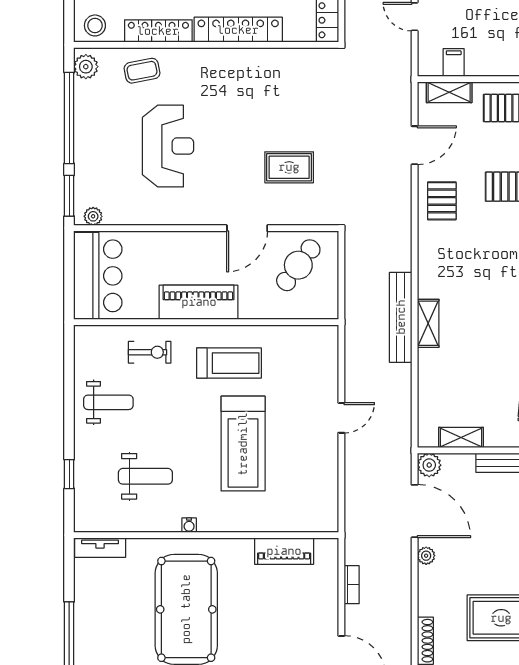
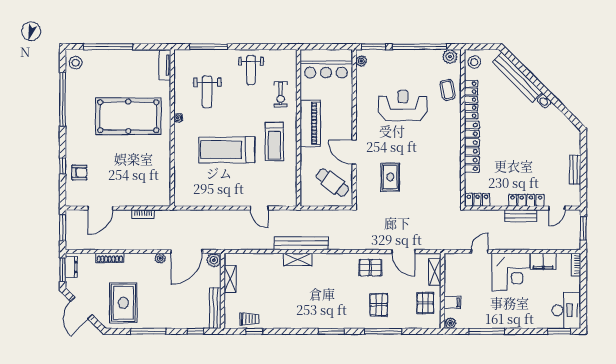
filing cabinet: (454, 63) -> (452, 302), moved
reception desk: (168, 146) -> (403, 105), turned 180
door: (341, 418) -> (259, 208), moved
window: (69, 474) -> (208, 47), width x2.17
piano: (284, 551) -> (163, 174), removed

